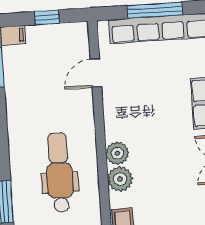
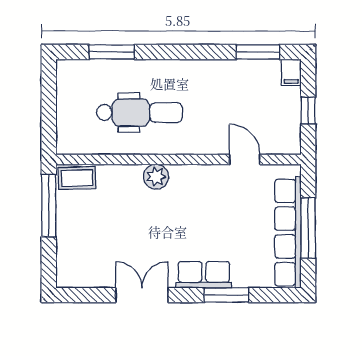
plant: (120, 179) -> (128, 178), removed

